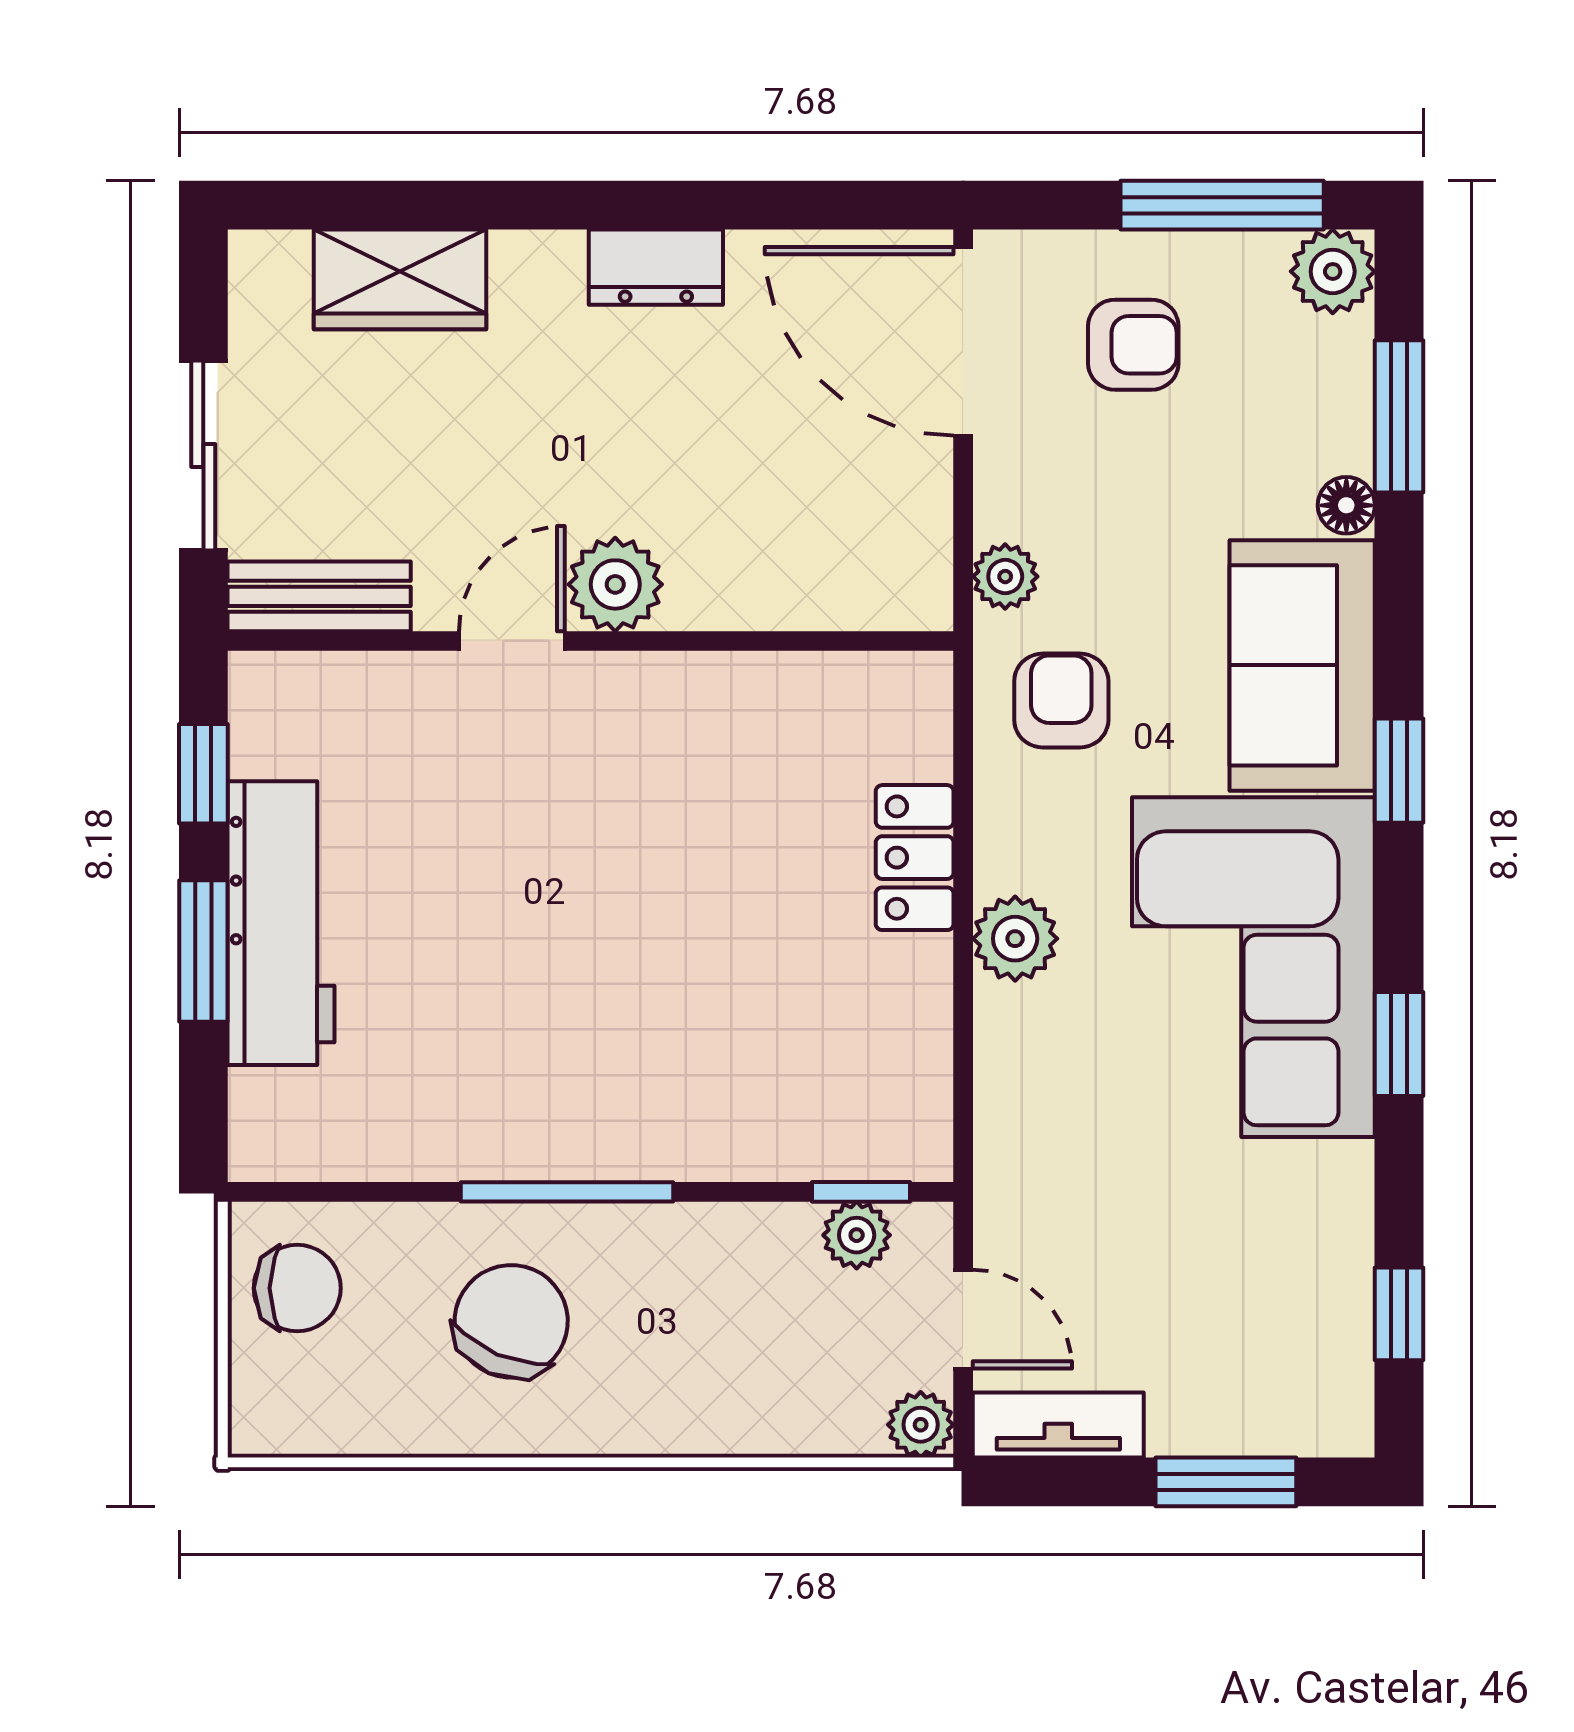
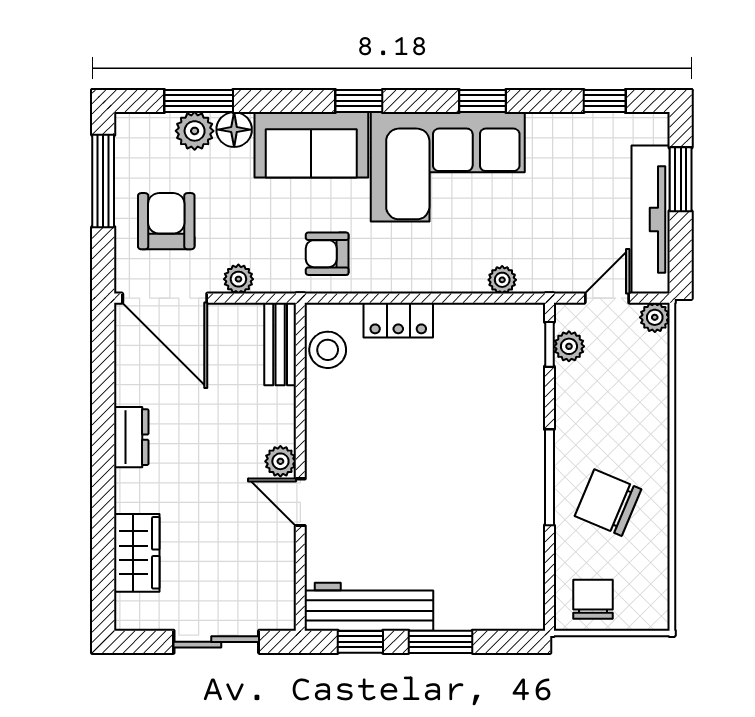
plant: (1333, 271) -> (195, 131), moved
door: (963, 341) -> (165, 298), hinge flipped
armchair: (1133, 345) -> (166, 221), width x1.38, depth x1.38
floor lamp: (1346, 505) -> (234, 130), width x1.37, depth x1.37
plant: (1005, 577) -> (238, 279), moved
plant: (615, 584) -> (280, 461), width x0.73, depth x0.73
bench: (319, 596) -> (280, 344), moved
stool: (849, 702) -> (328, 350), added
workbench: (281, 923) -> (369, 607), moved
plant: (1015, 939) -> (502, 280), moved, width x0.73, depth x0.73
tv unit: (1058, 1425) -> (651, 220), width x1.92, depth x1.29

